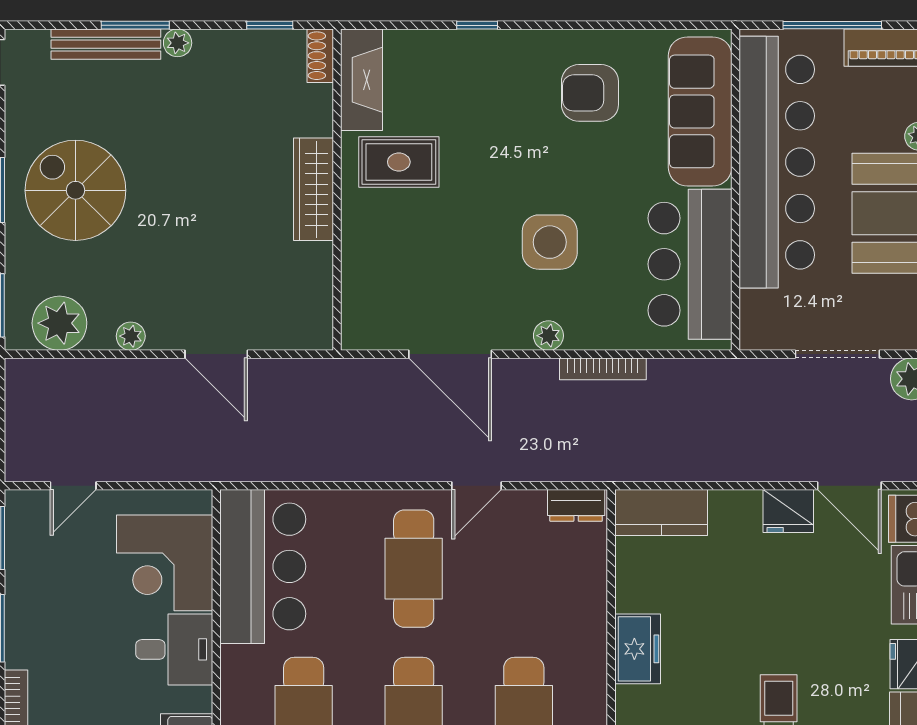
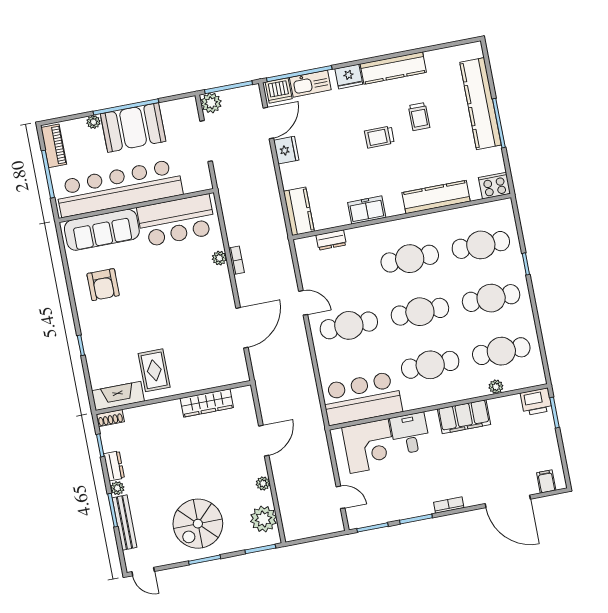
dresser: (223, 45) -> (114, 466), added
wardrobe: (313, 189) -> (207, 403), moved
side table: (550, 242) -> (179, 290), removed
plant: (548, 336) -> (219, 258), moved
bookcase: (603, 369) -> (236, 260), width x0.64
dresser: (576, 505) -> (331, 240), moved, turned 90

